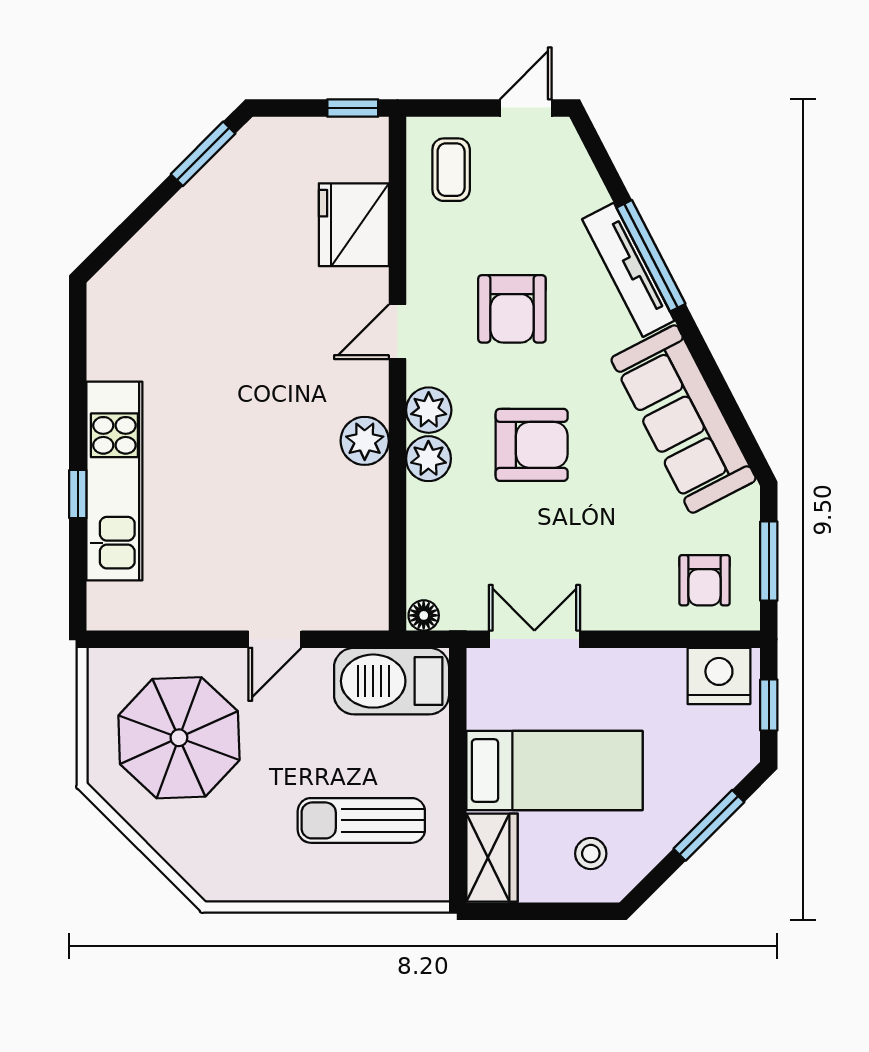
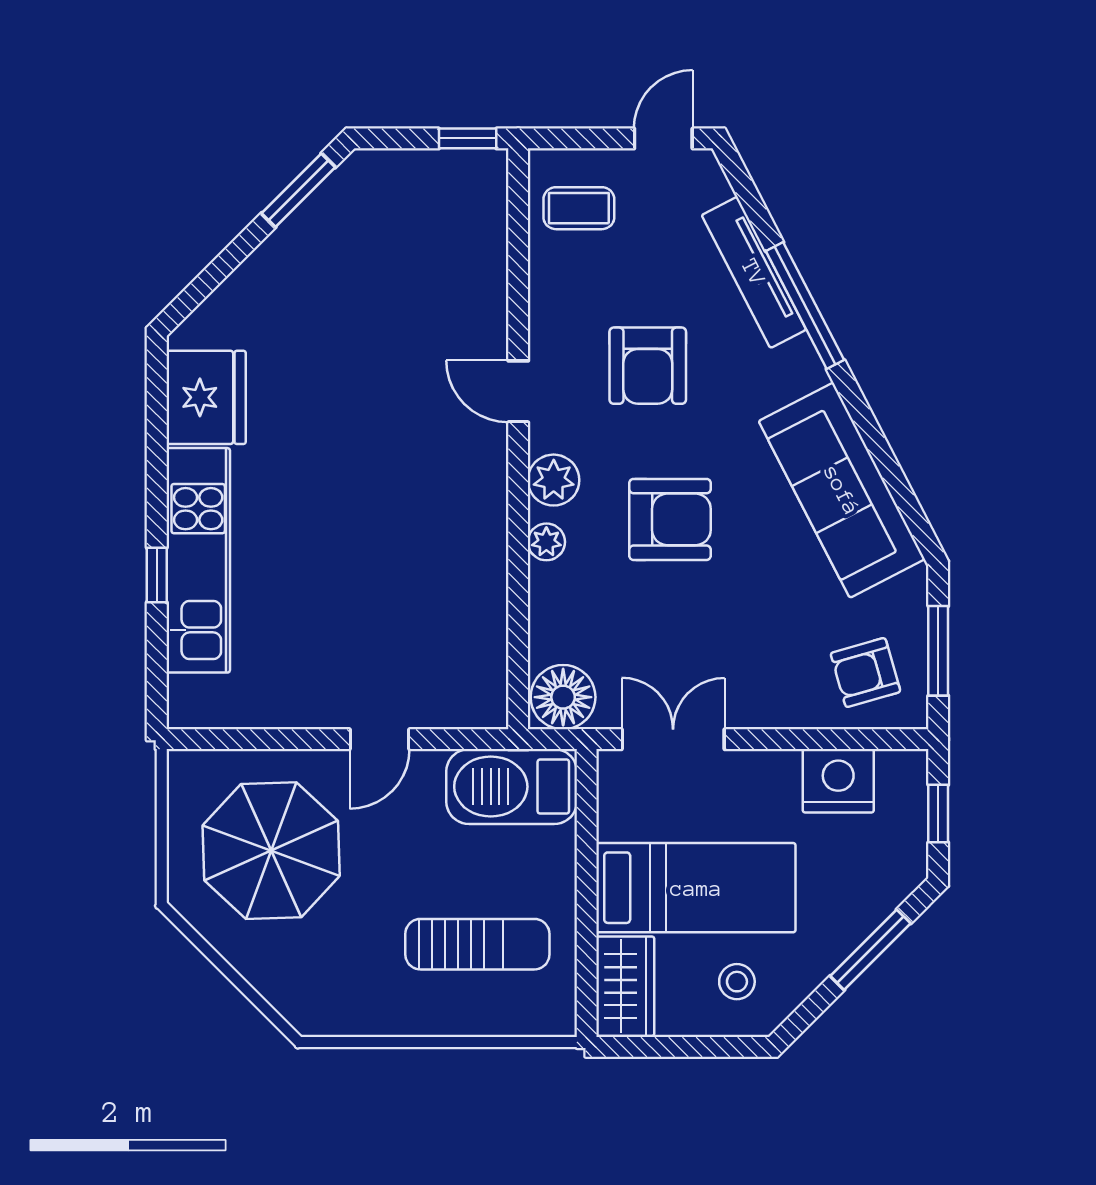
coffee table: (451, 170) -> (579, 208), turned 90
fridge: (354, 225) -> (206, 397), moved, turned 180
tv unit: (628, 270) -> (754, 272), moved
door: (397, 332) -> (518, 391), hinge flipped
plant: (365, 441) -> (481, 515), removed
plant: (428, 459) -> (546, 542), width x0.73, depth x0.73
armchair: (705, 580) -> (865, 673), turned 74
floor lamp: (424, 615) -> (563, 697), width x1.89, depth x1.89
nightstand: (719, 676) -> (838, 781), moved
sun lounger: (361, 820) -> (477, 944), turned 180

